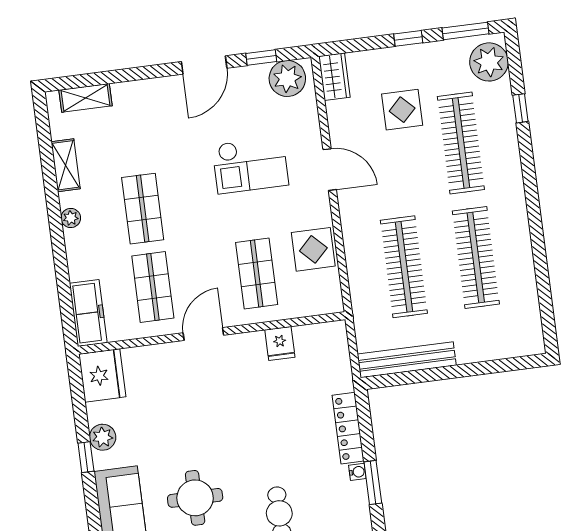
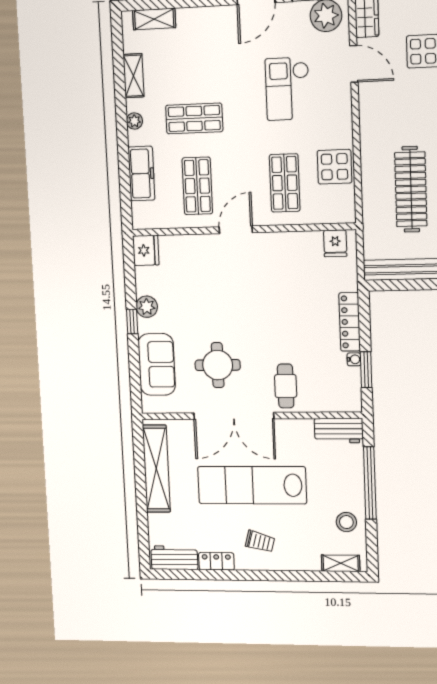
checkout: (250, 165) -> (288, 89), turned 90
door: (330, 170) -> (354, 64), moved
shop shelf: (143, 209) -> (194, 118), turned 90
freezer: (88, 313) -> (141, 174), moved
fridge: (280, 344) -> (335, 243), moved
fridge: (102, 375) -> (146, 250), width x0.73, depth x0.75

